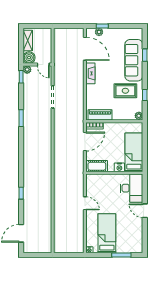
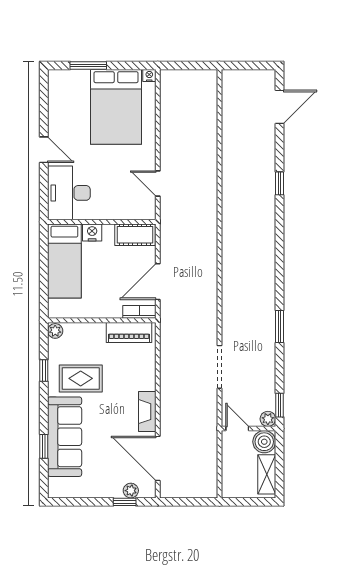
door: (85, 203) -> (158, 183), moved
bed: (107, 233) -> (116, 107), width x1.50

